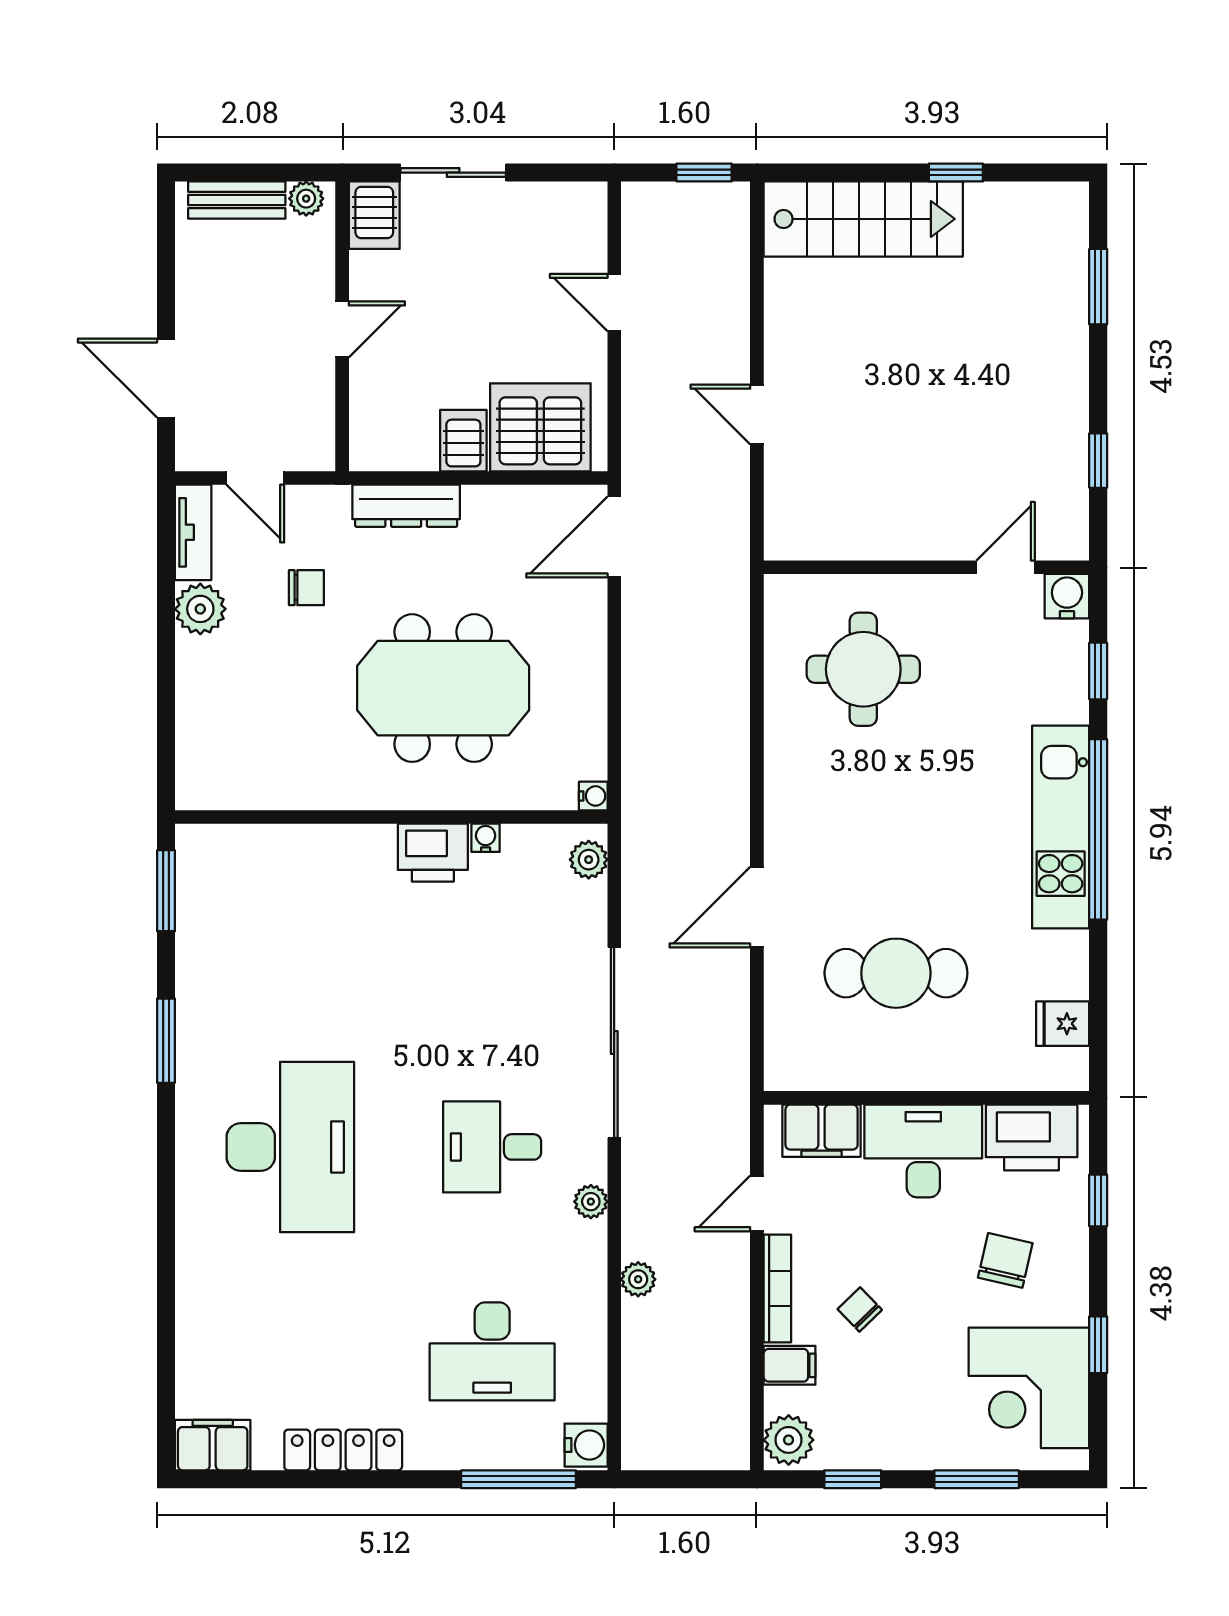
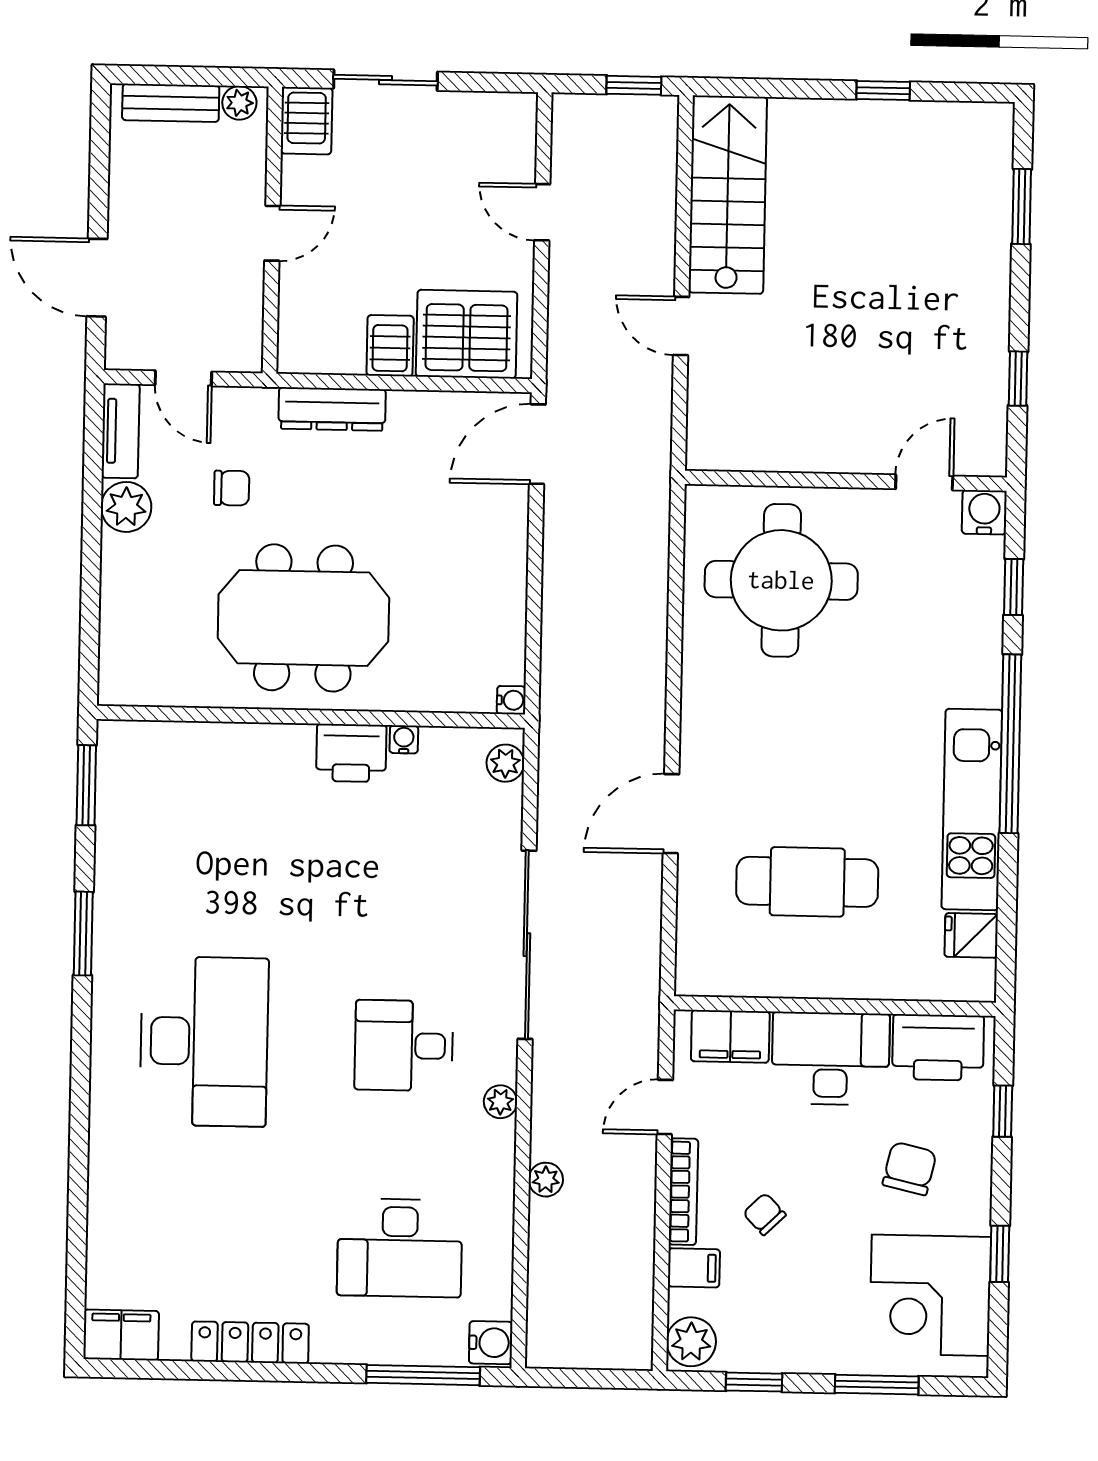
stairs: (863, 219) -> (728, 195), moved, turned -90
round table: (863, 669) -> (781, 580), width x1.36, depth x1.36
meeting table: (443, 688) -> (303, 618), moved
kitchen unit: (1061, 827) -> (972, 809), moved

